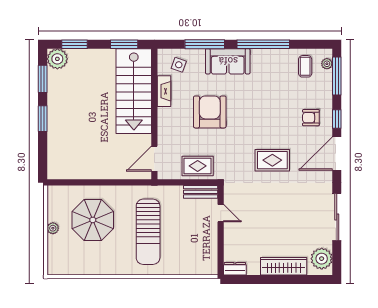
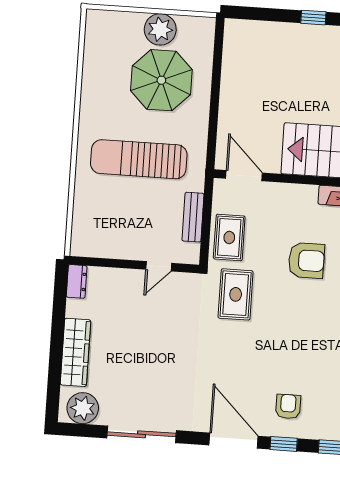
armchair: (210, 112) -> (306, 260), width x0.73, depth x0.73
window: (43, 119) -> (313, 18), width x0.67
rug: (272, 160) -> (236, 294), moved
bench: (201, 192) -> (193, 217), moved
plant: (53, 228) -> (160, 29), width x1.88, depth x1.88

